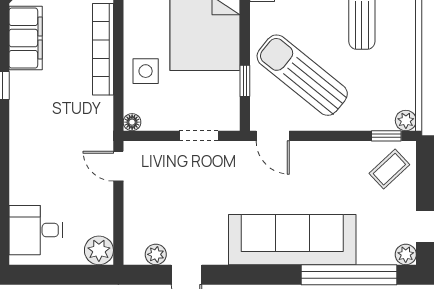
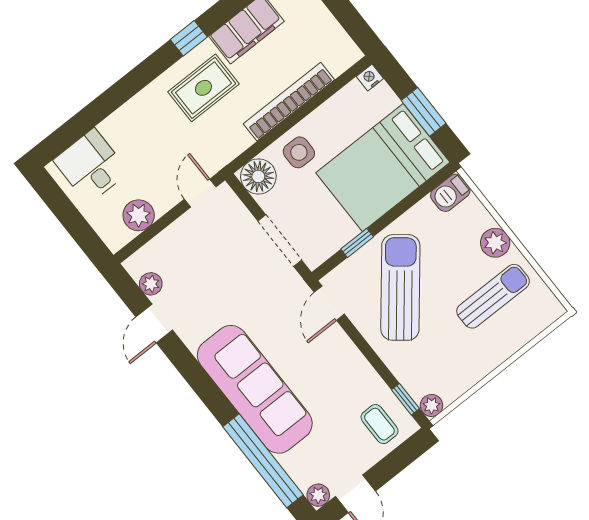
rug: (44, 103) -> (203, 88), added
floor lamp: (132, 122) -> (258, 176), width x1.89, depth x1.89
doorway: (199, 136) -> (280, 241), width x1.38
coffee table: (389, 169) -> (379, 424), turned 43
plant: (99, 250) -> (139, 215), moved

